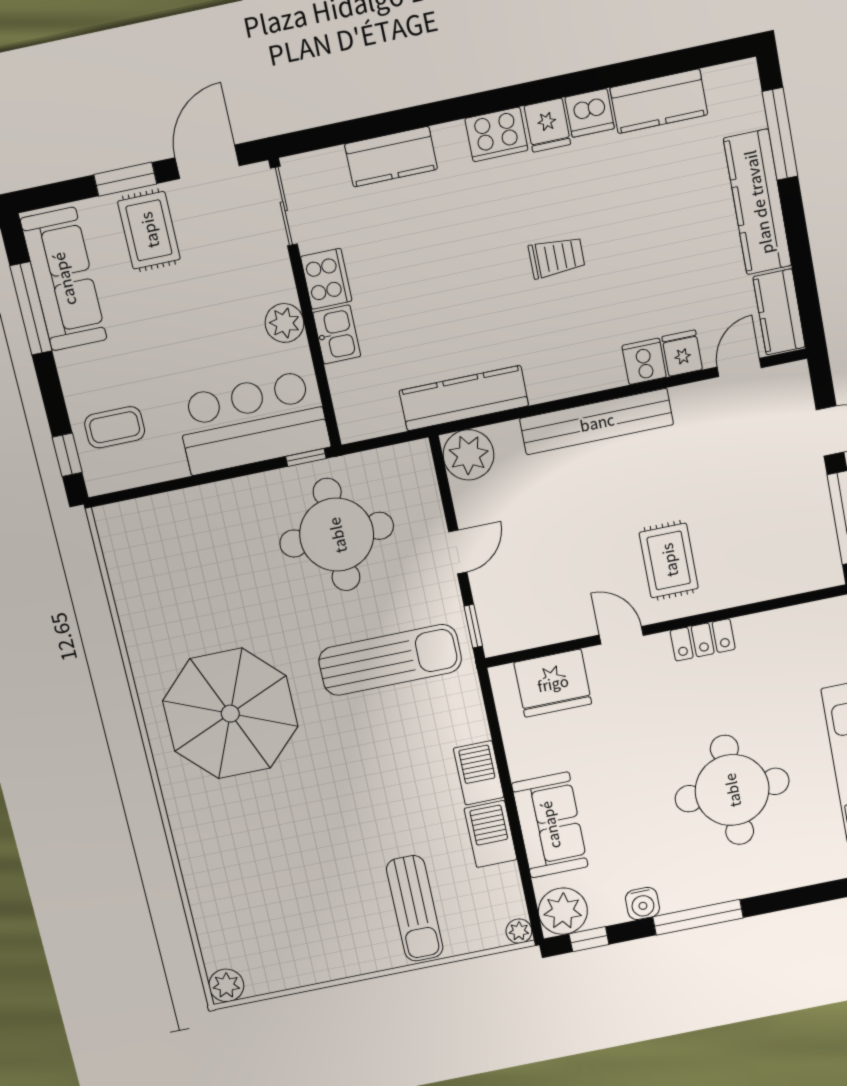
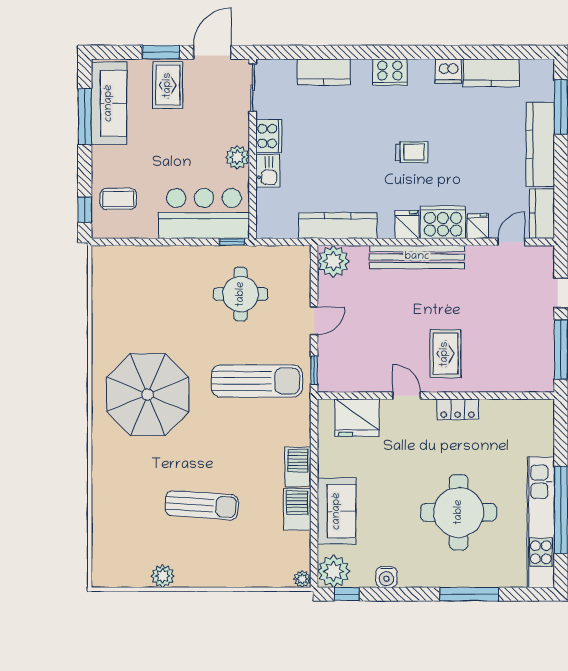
fridge: (547, 125) -> (407, 225), moved, turned 180
cooker: (644, 361) -> (443, 222), width x1.87, depth x1.31
round table: (337, 535) -> (241, 294), width x0.73, depth x0.73
sun lounger: (415, 908) -> (202, 505), moved, turned -86
window: (698, 917) -> (469, 594), moved
plant: (226, 985) -> (163, 576), moved

